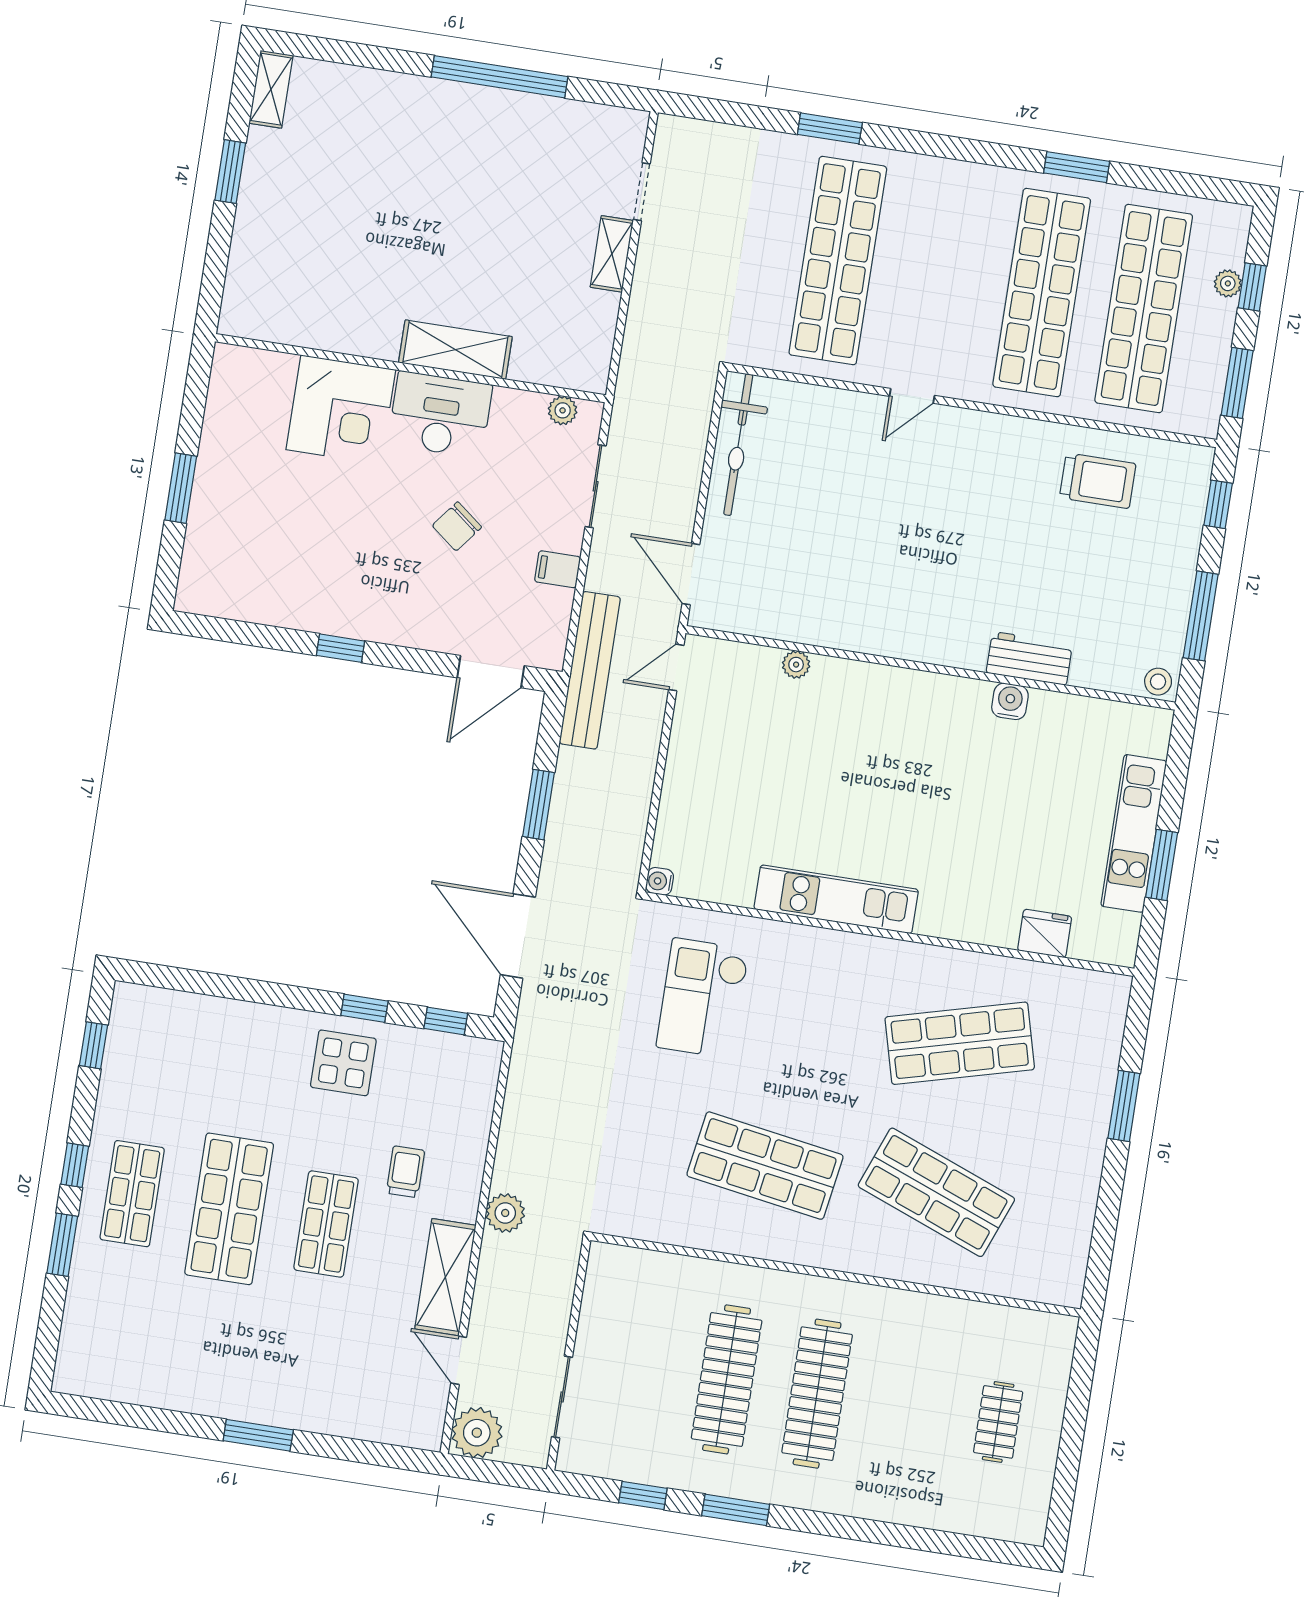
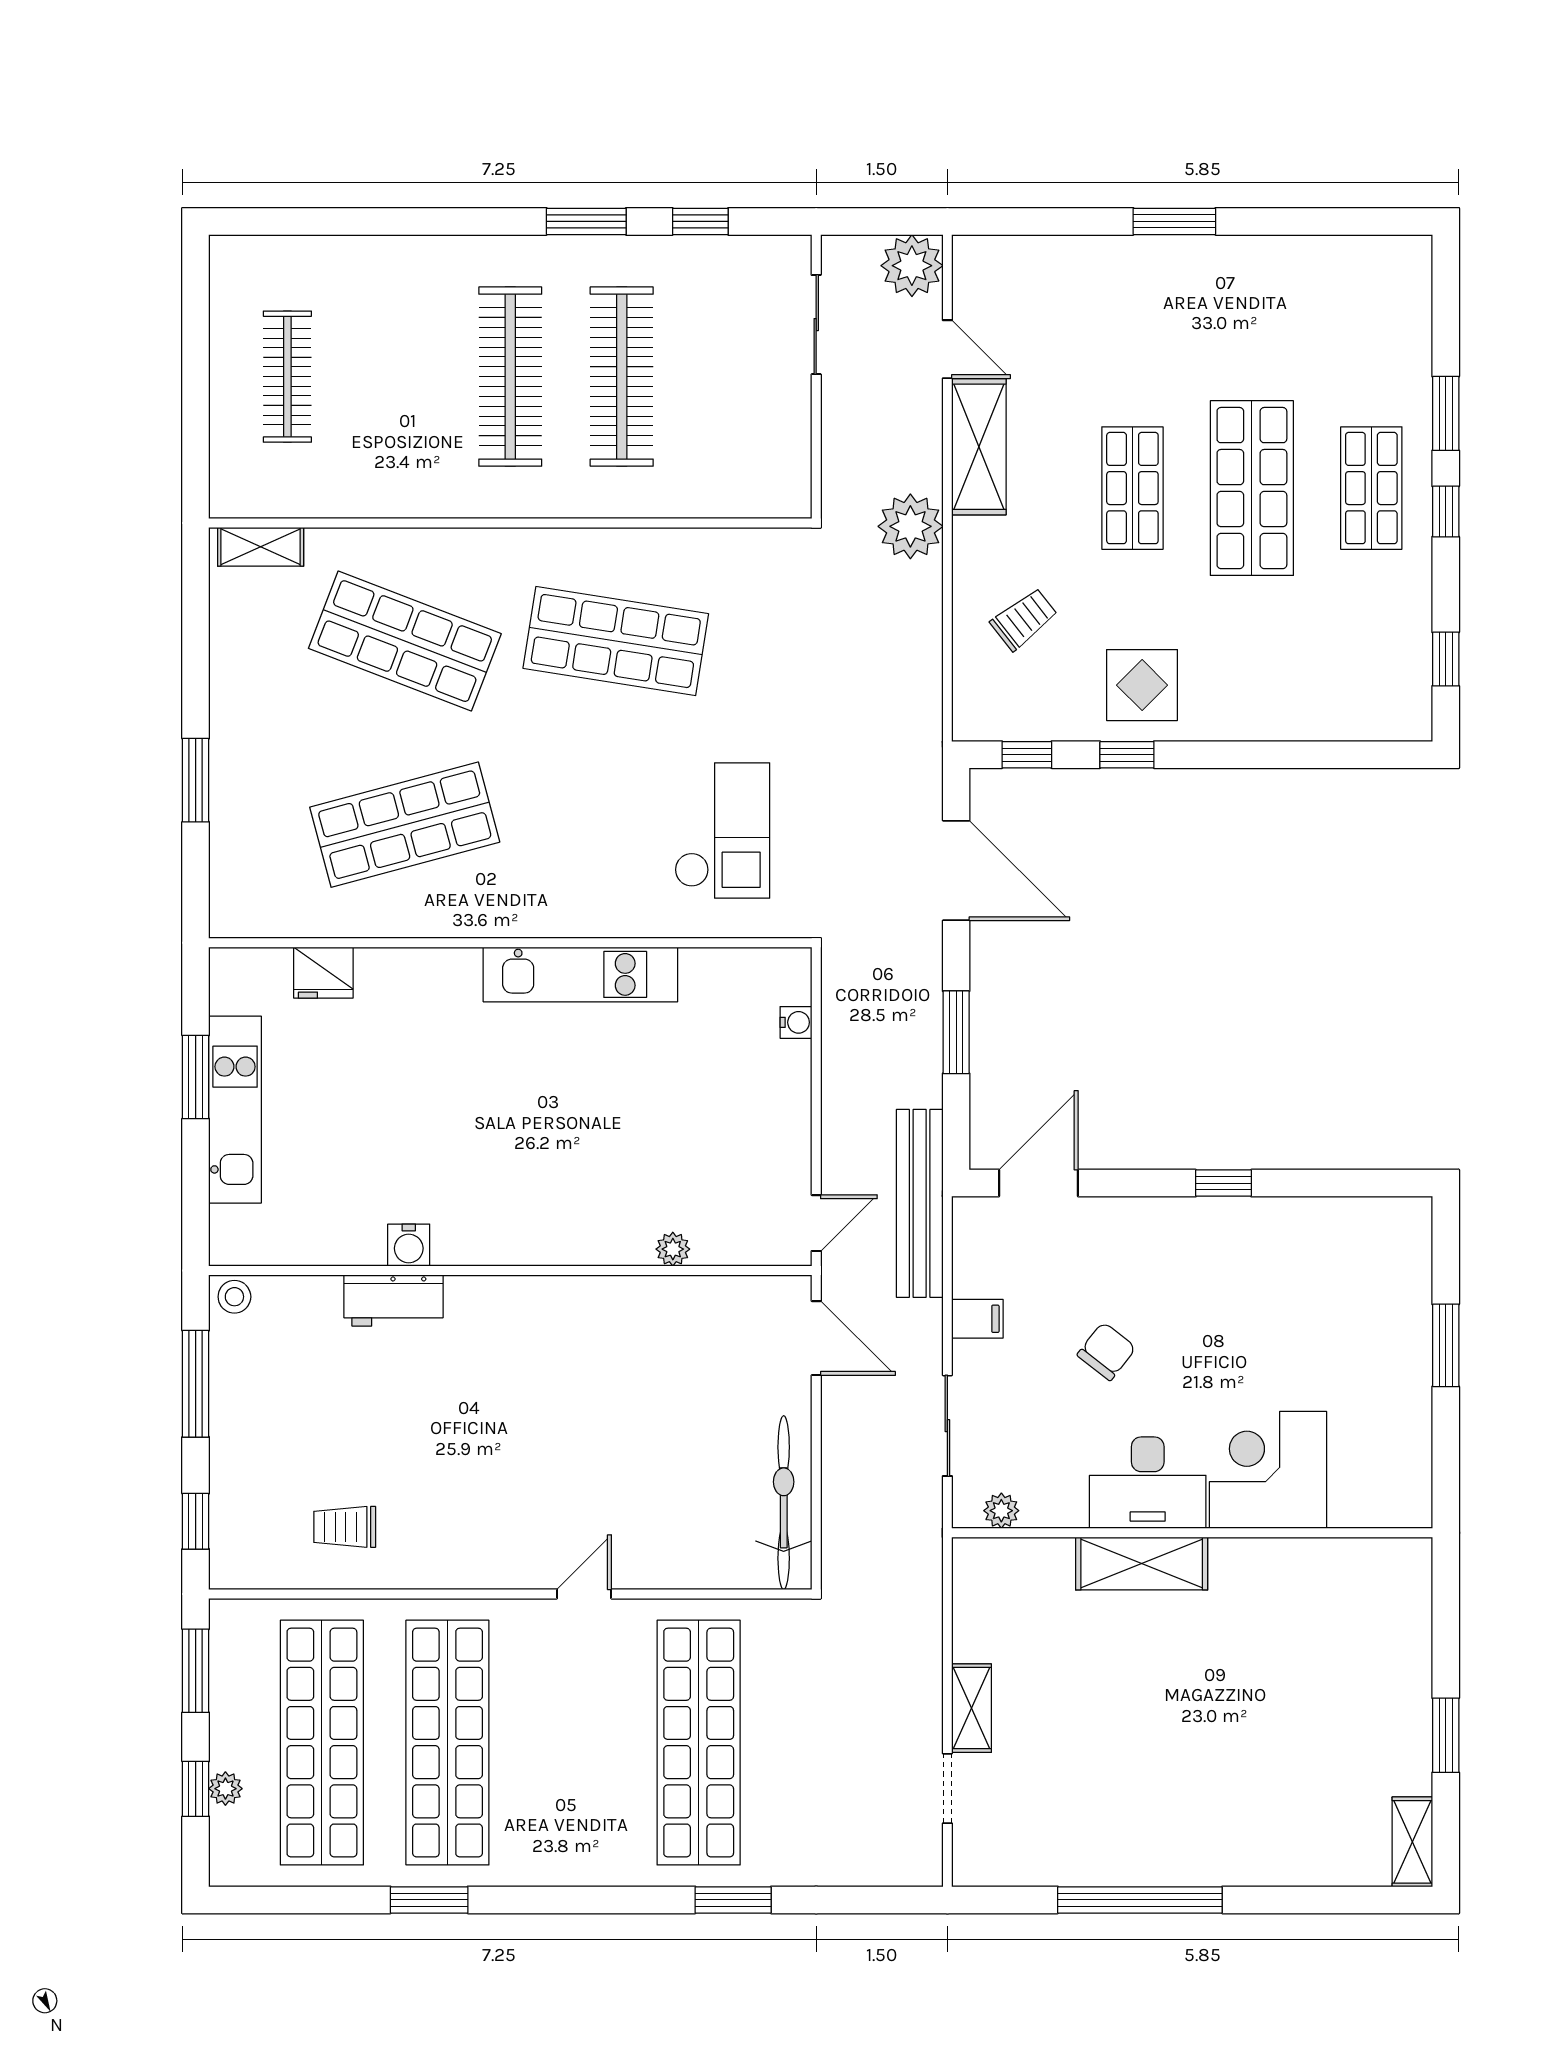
trolley: (1098, 481) -> (345, 1527), width x0.73, depth x0.72
water cooler: (660, 881) -> (796, 1022), moved
trolley: (405, 1172) -> (1024, 619), moved, turned -128
plant: (505, 1213) -> (910, 526), width x1.36, depth x1.36
shelving: (1041, 1287) -> (261, 547), added
clothes rail: (998, 1422) -> (287, 377), width x1.36

